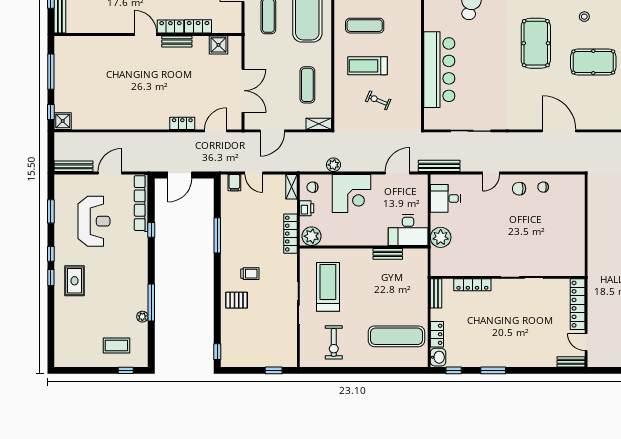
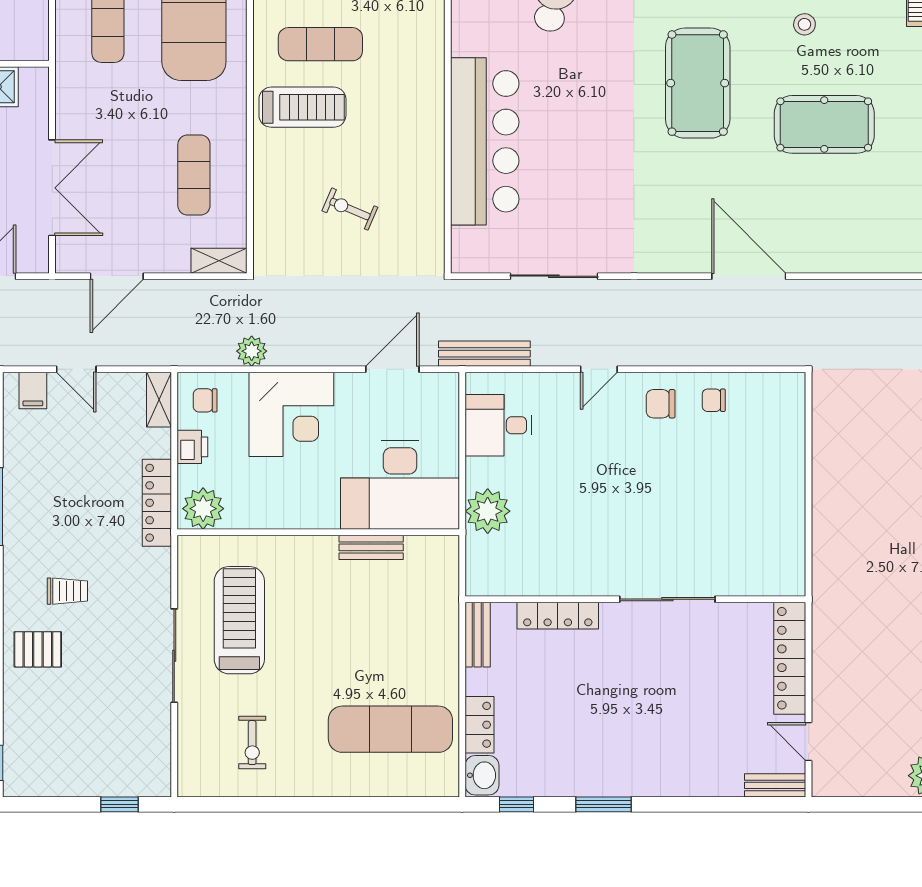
treadmill: (367, 66) -> (302, 107), moved, turned 180
desk: (408, 230) -> (400, 485), width x1.36, depth x1.30
exercise bike: (334, 342) -> (252, 743), width x0.73, depth x0.72

